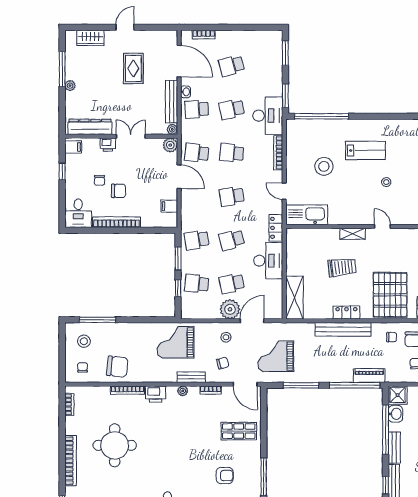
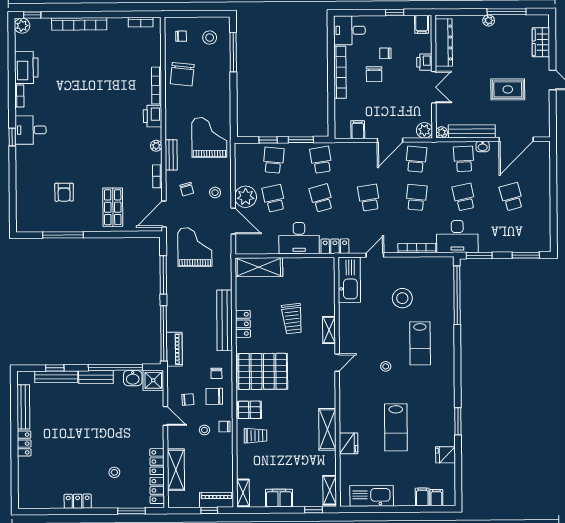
bookcase: (204, 35) -> (545, 166), removed
round table: (115, 445) -> (96, 72), removed

